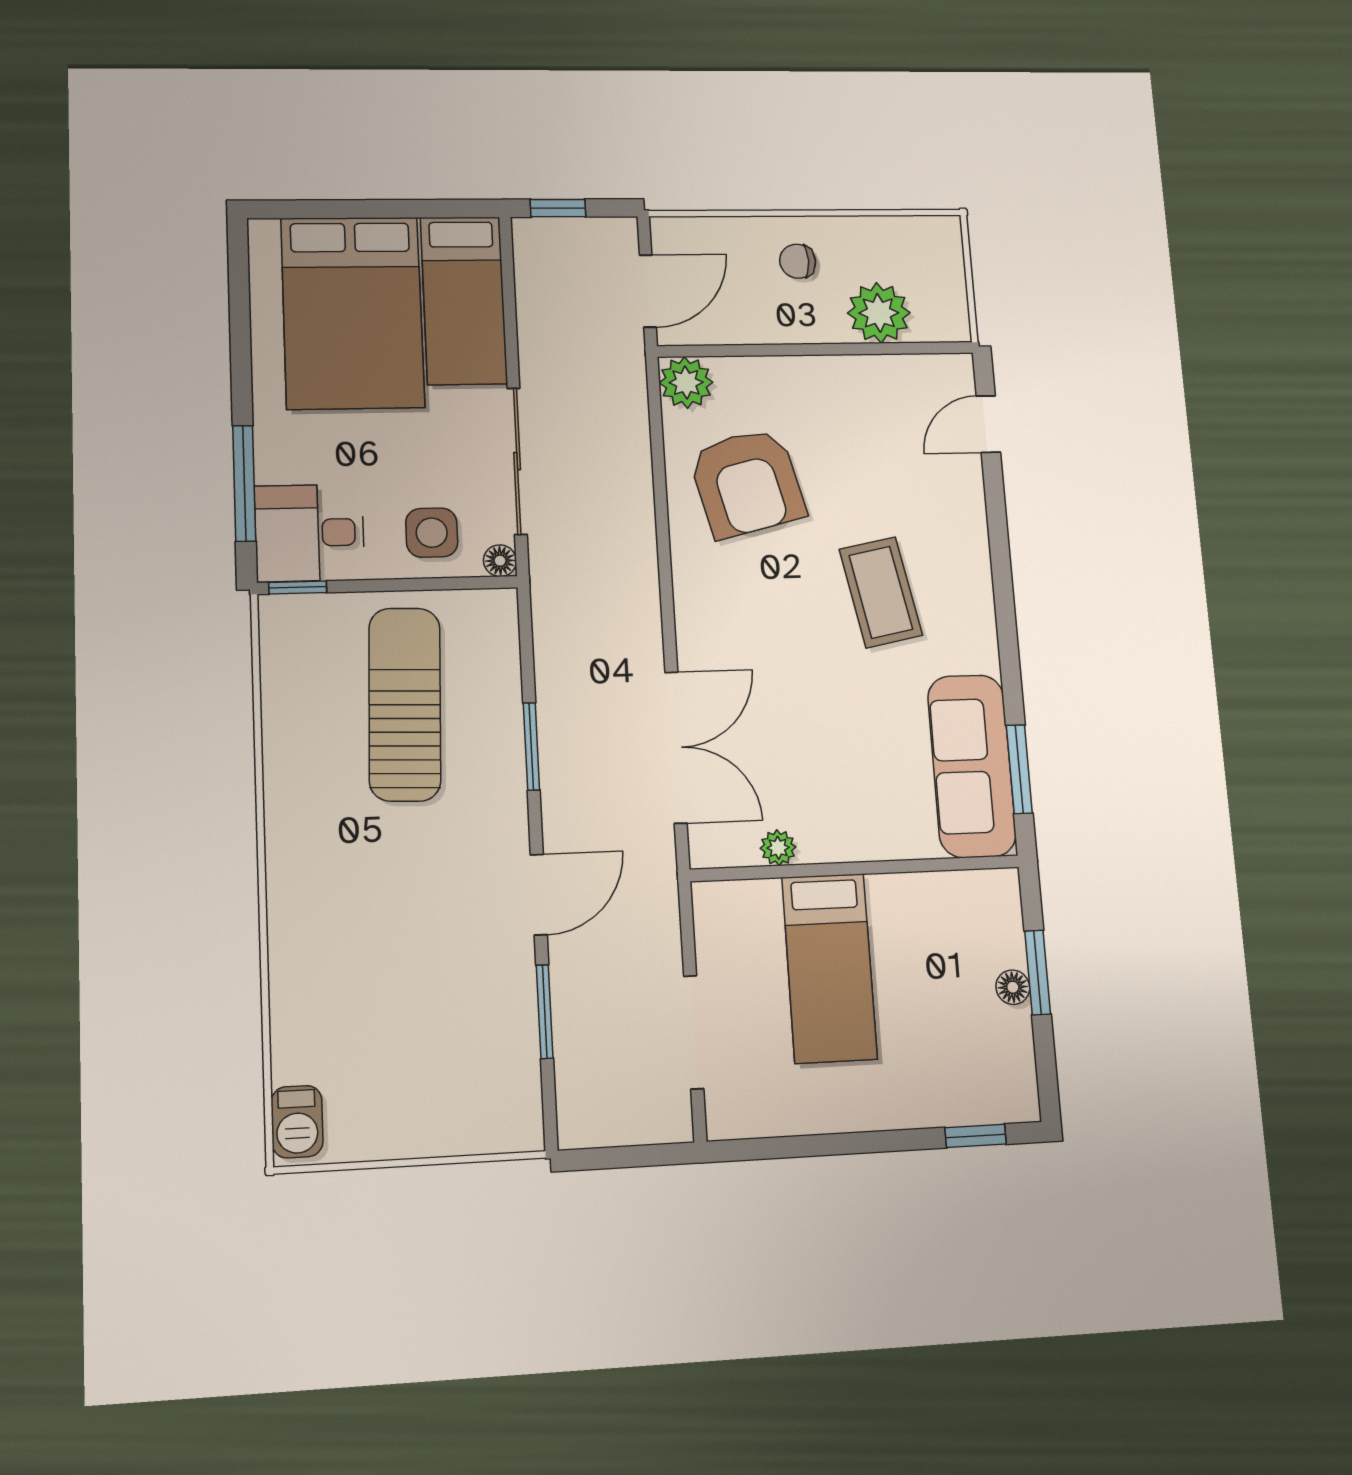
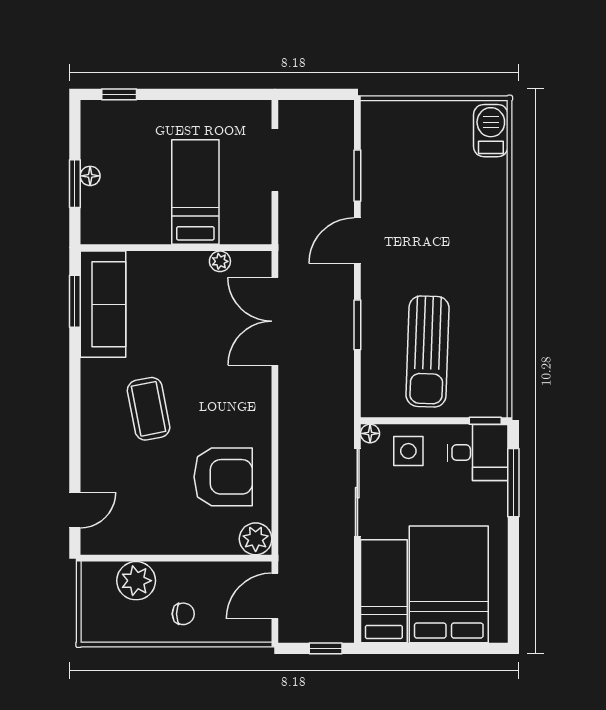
armchair: (747, 483) -> (223, 477), turned 104
barbecue: (297, 1122) -> (491, 131), width x1.38, depth x1.27

